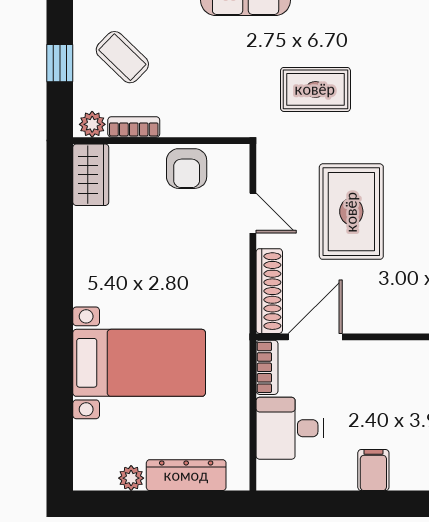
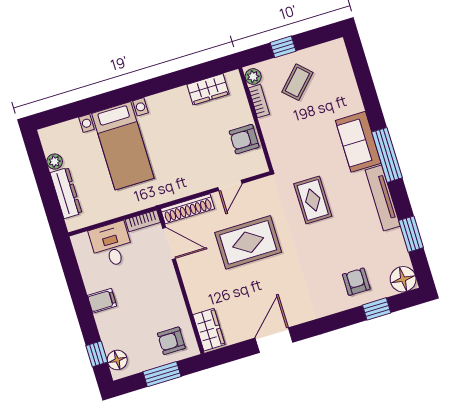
wardrobe: (91, 175) -> (208, 89), moved

